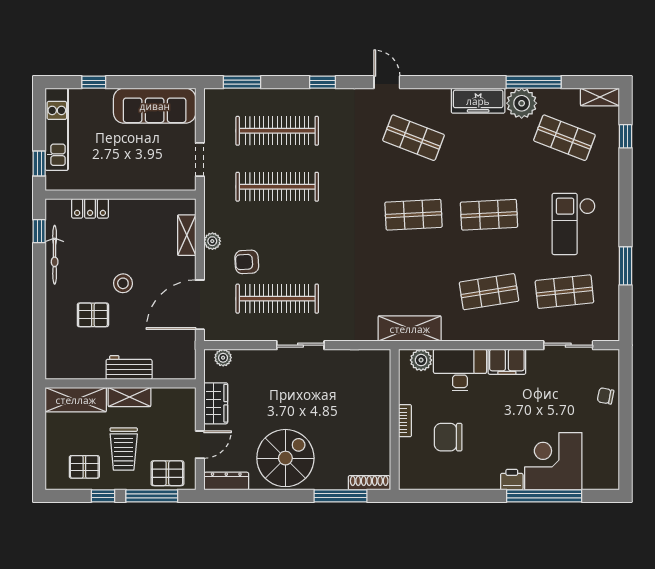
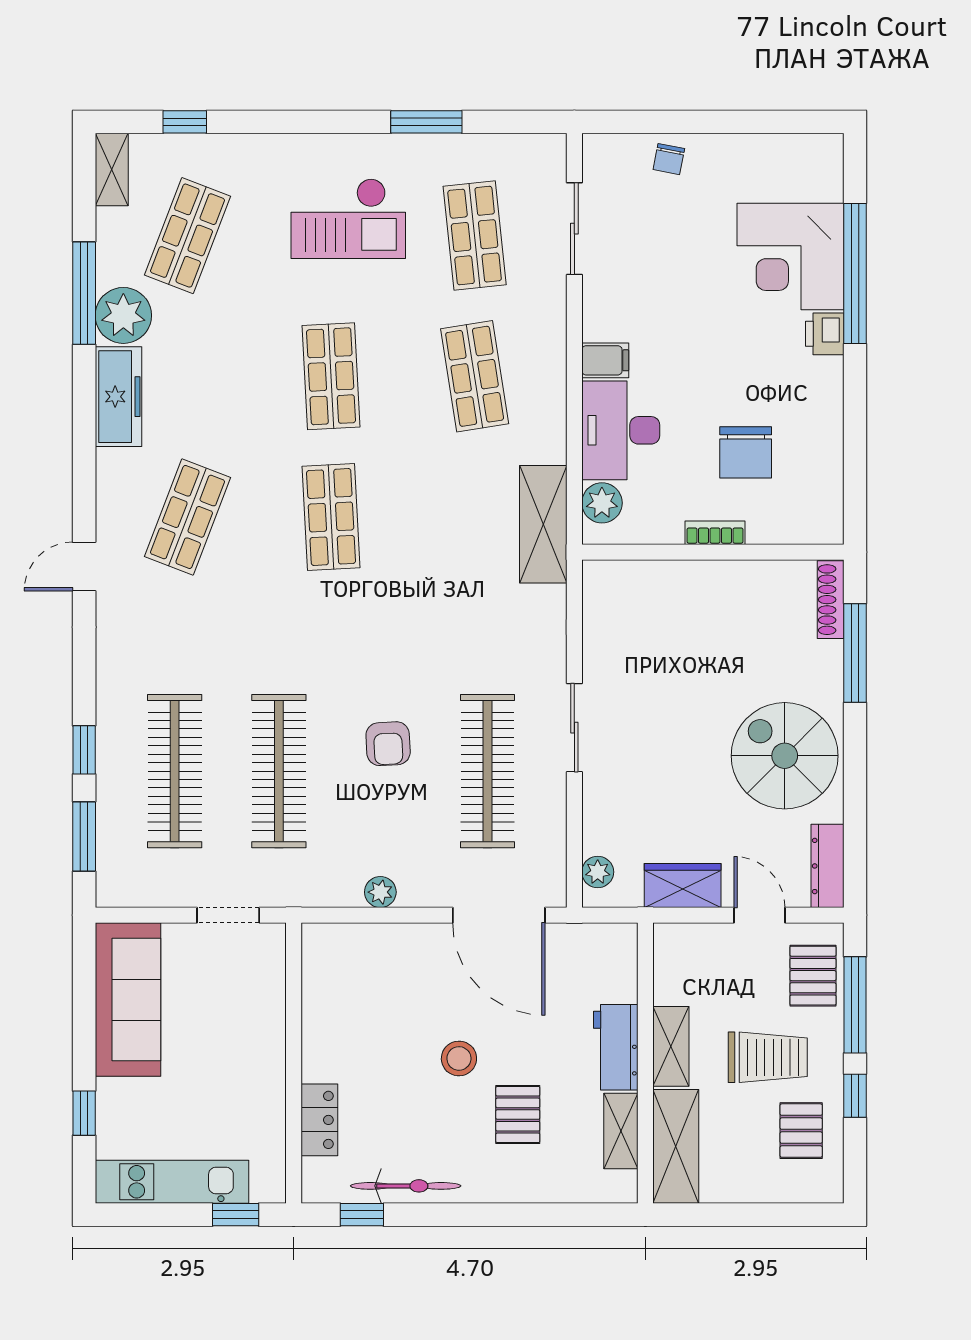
window: (323, 82) -> (84, 750), moved
shelving: (187, 235) -> (621, 1131), moved, turned 90
armchair: (247, 262) -> (388, 744), moved
filing cabinet: (507, 362) -> (605, 360), width x0.50

